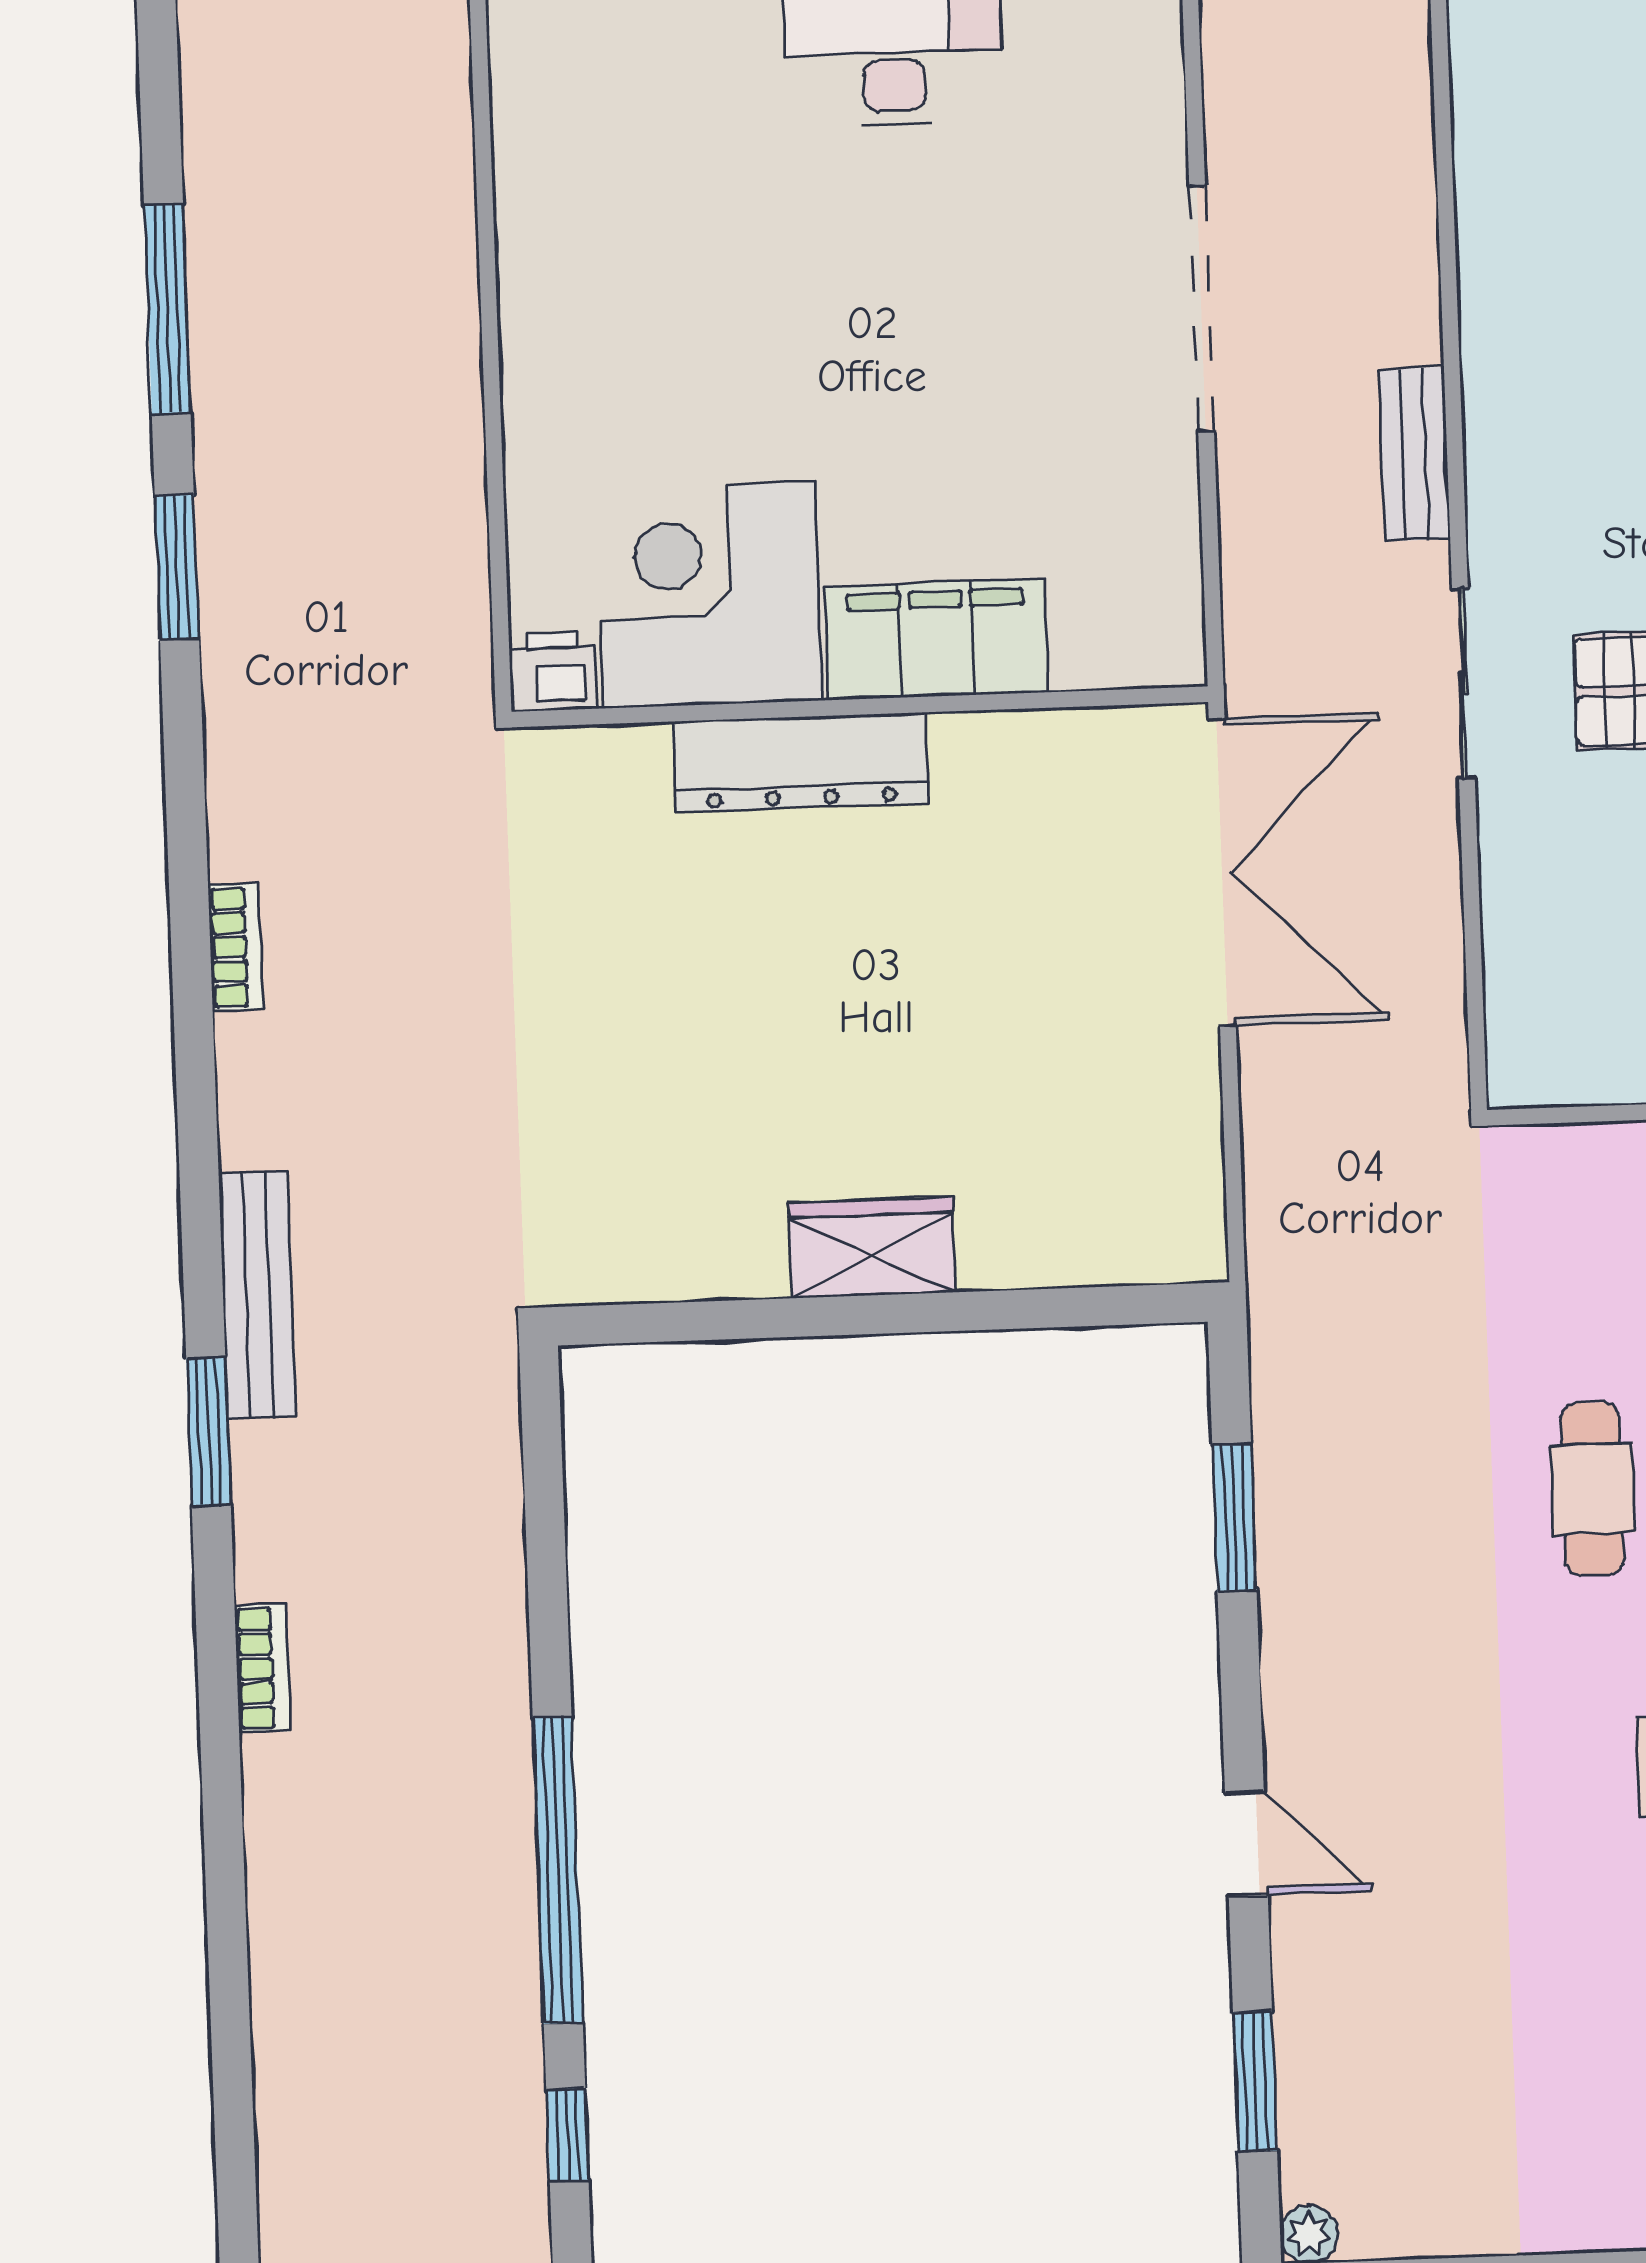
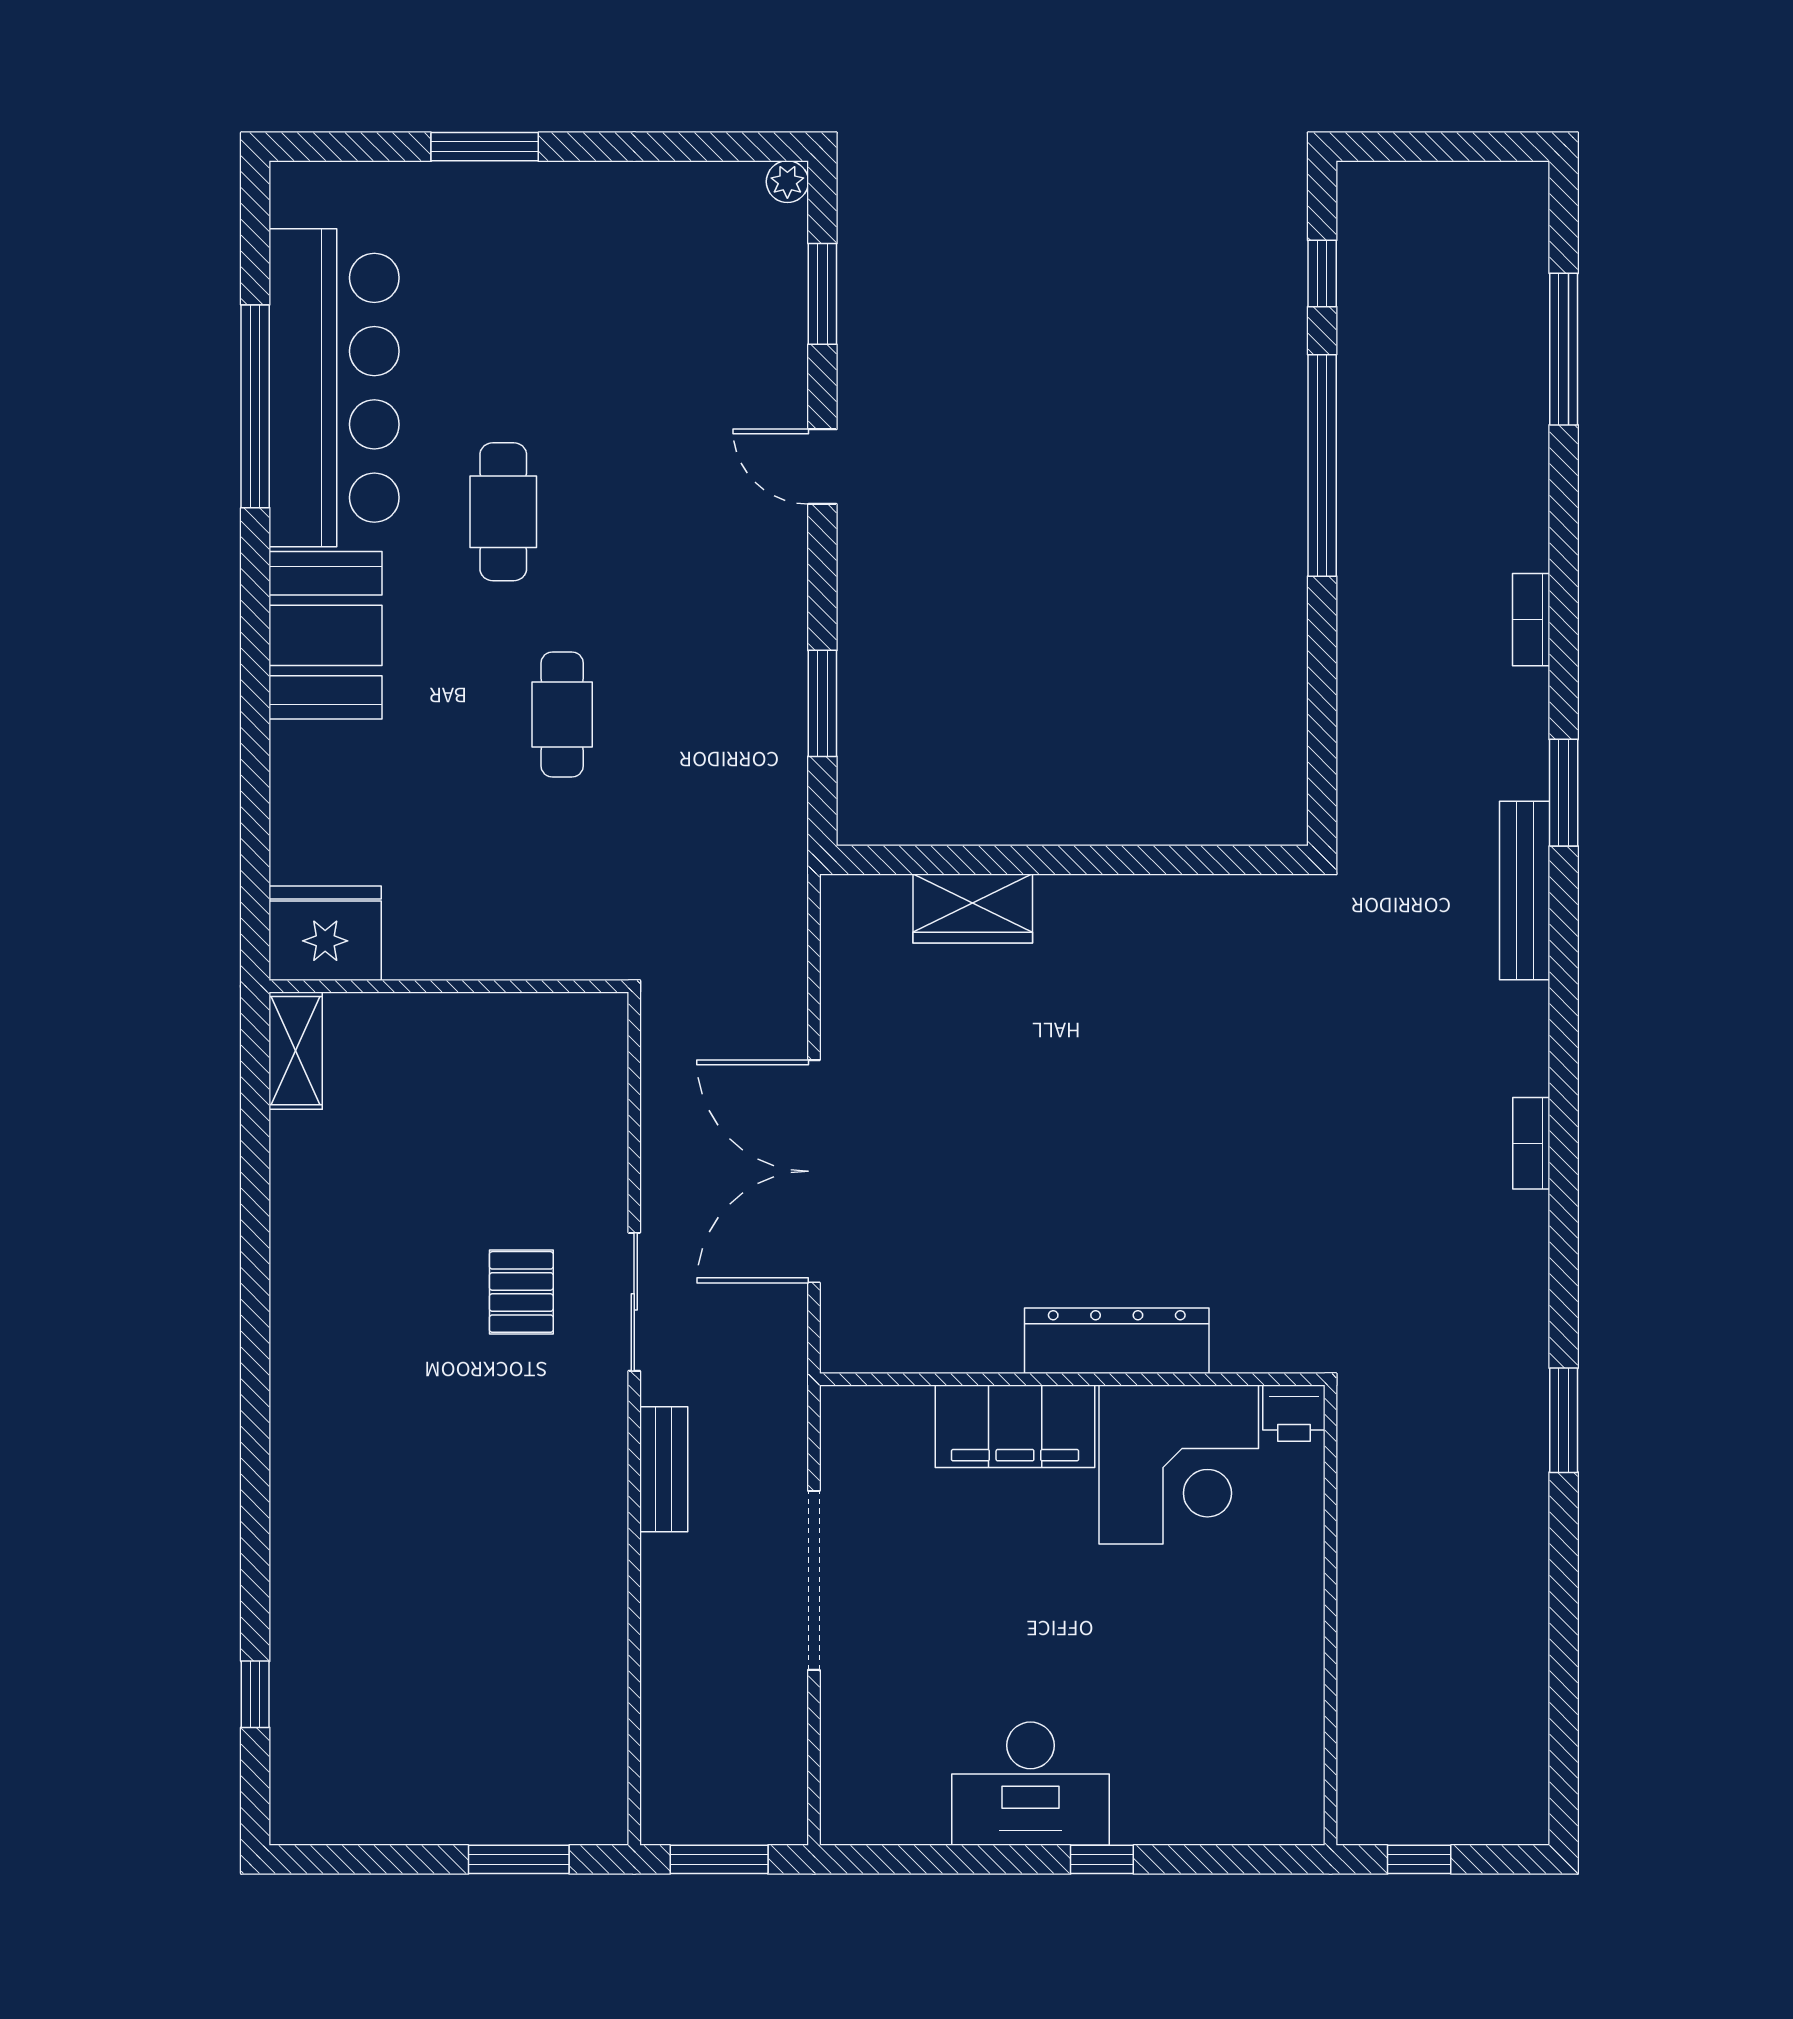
window: (167, 309) -> (1564, 349), moved
corner desk: (709, 595) -> (1179, 1465), moved
filing cabinet: (936, 639) -> (1015, 1426), moved
printer: (553, 671) -> (1294, 1413), moved
wall: (860, 707) -> (1072, 1379), moved
dresser: (801, 762) -> (1117, 1341), moved
wardrobe: (872, 1248) -> (973, 908), moved

